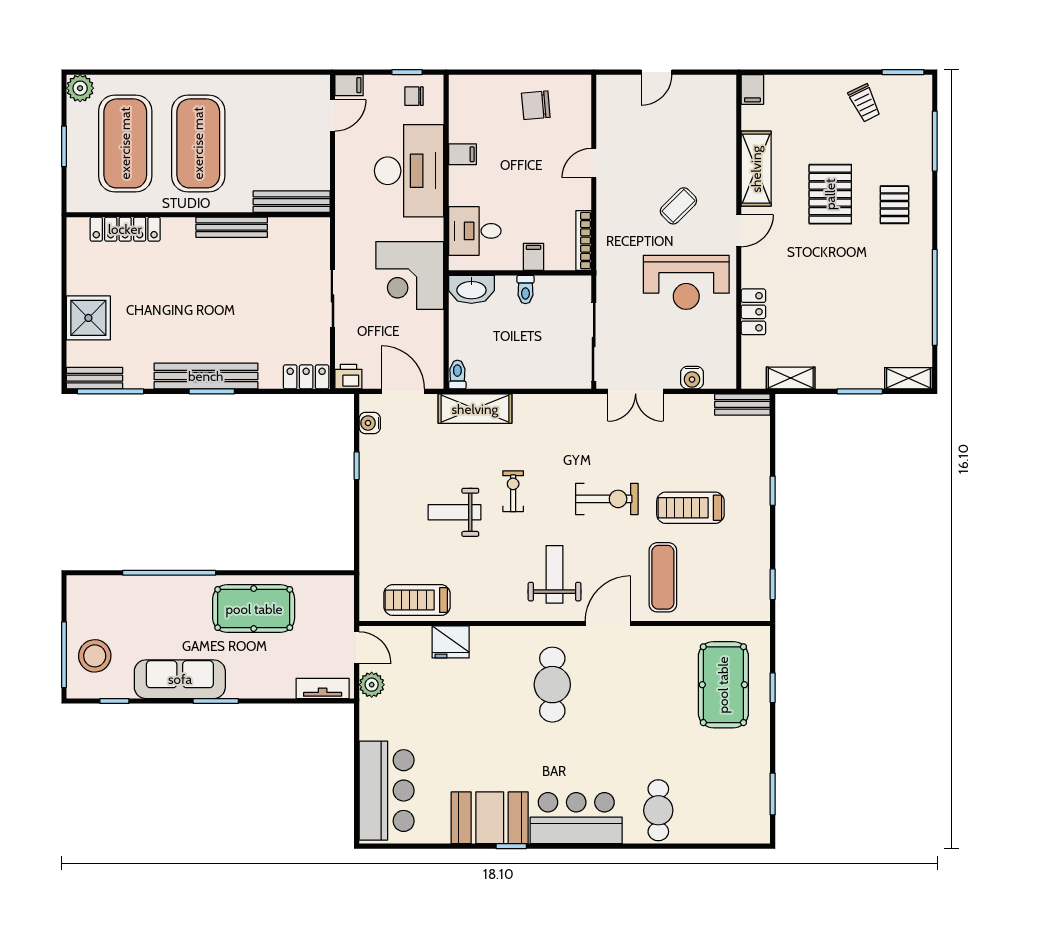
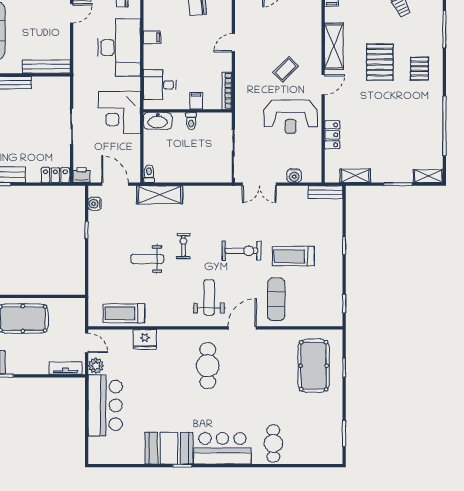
bar counter: (387, 791) -> (105, 405), moved

